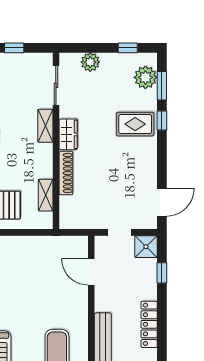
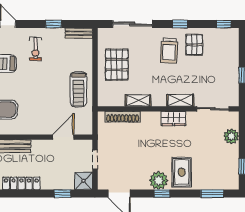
plant: (145, 77) -> (159, 181), moved
window: (162, 120) -> (162, 194), moved
shoe rack: (66, 173) -> (123, 117), moved
shelving: (46, 195) -> (138, 101), moved
treadmill: (31, 253) -> (78, 89), added

